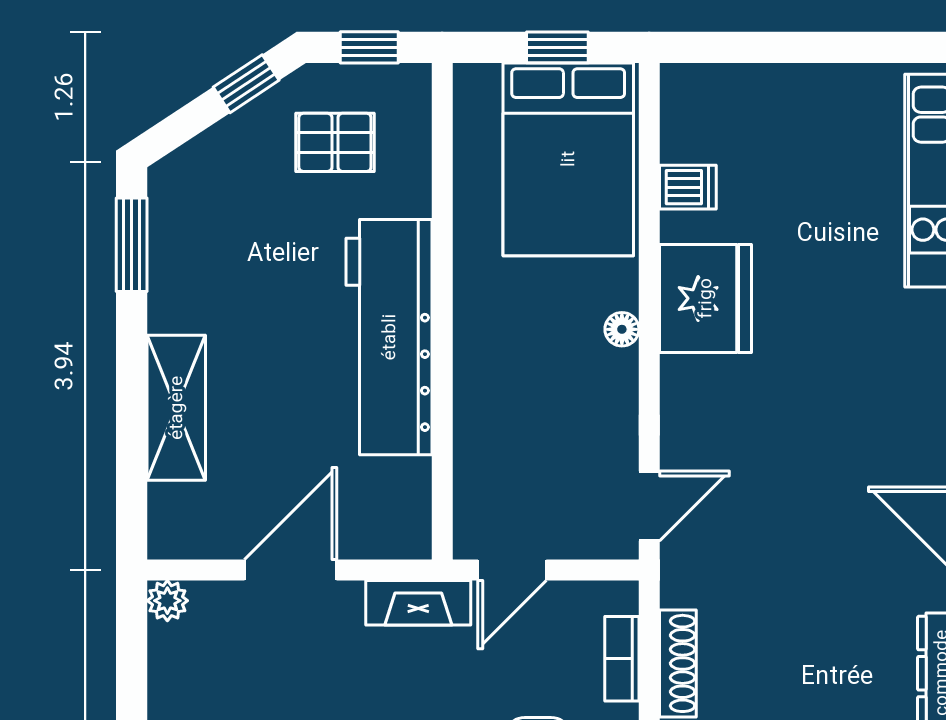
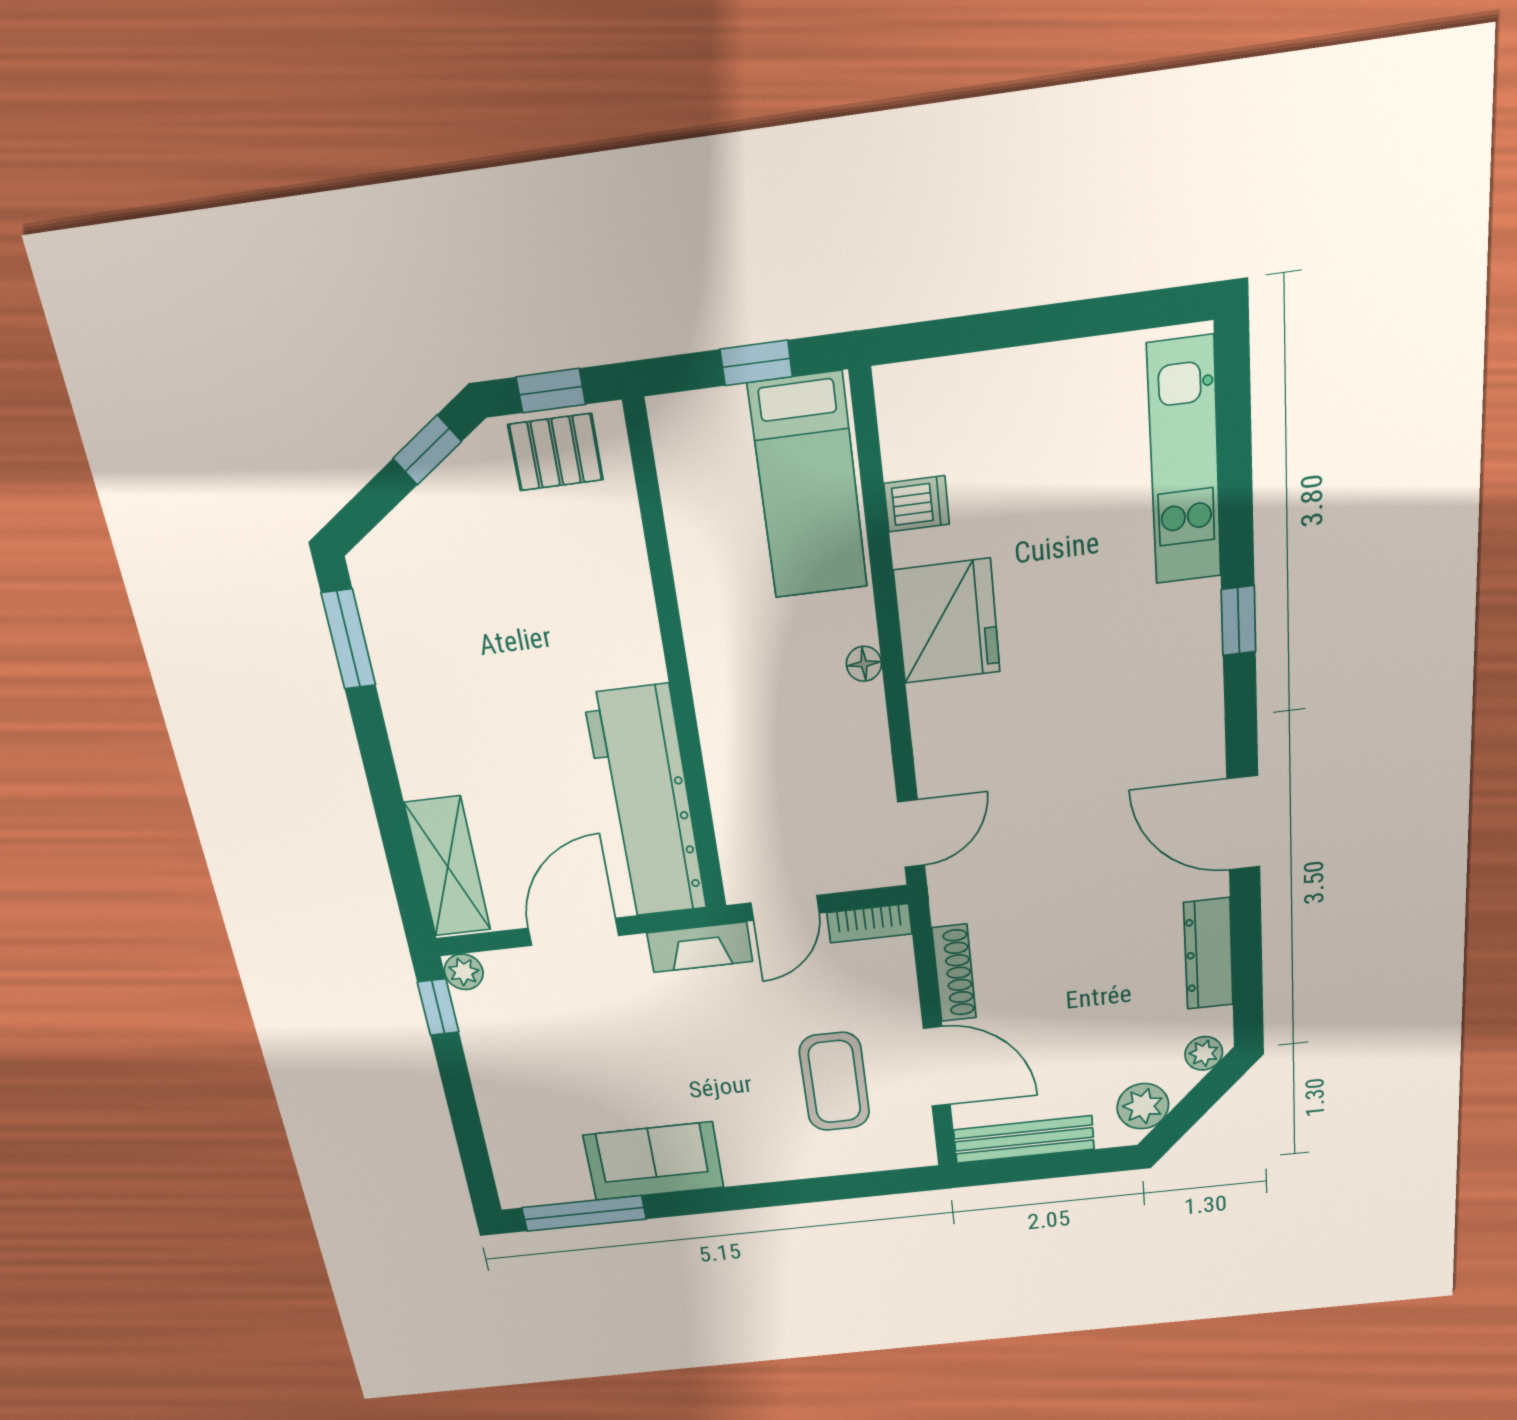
pallet: (335, 142) -> (556, 452), moved
bed: (568, 159) -> (808, 487), width x0.67
workbench: (389, 337) -> (646, 803), moved
shelving: (176, 408) -> (448, 867), moved
window: (132, 637) -> (438, 1007), added
bookcase: (622, 659) -> (869, 923), moved, turned -90

